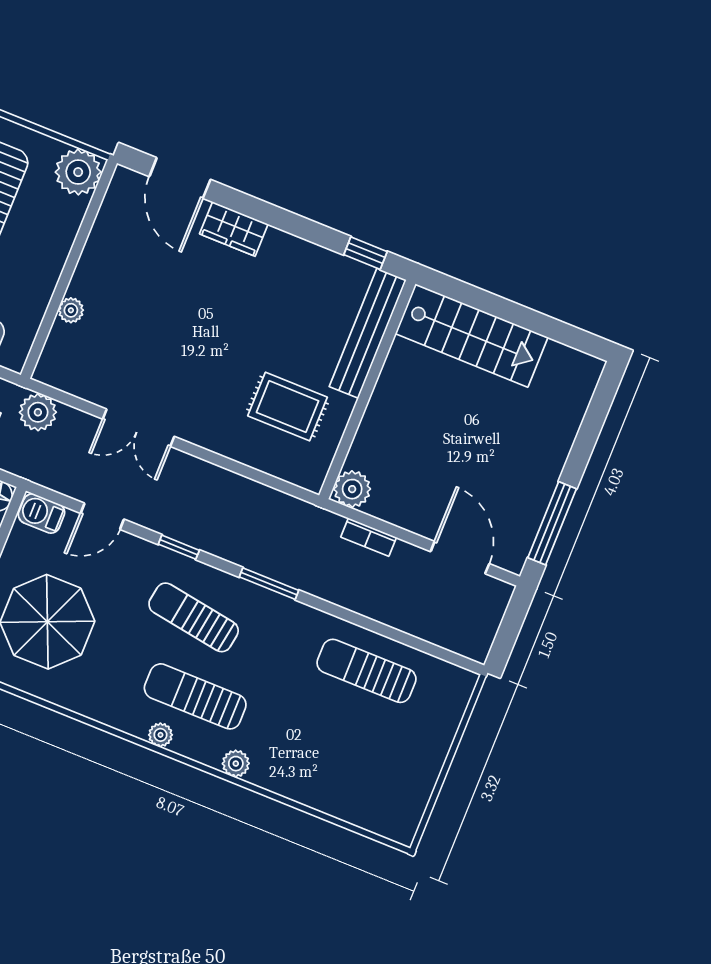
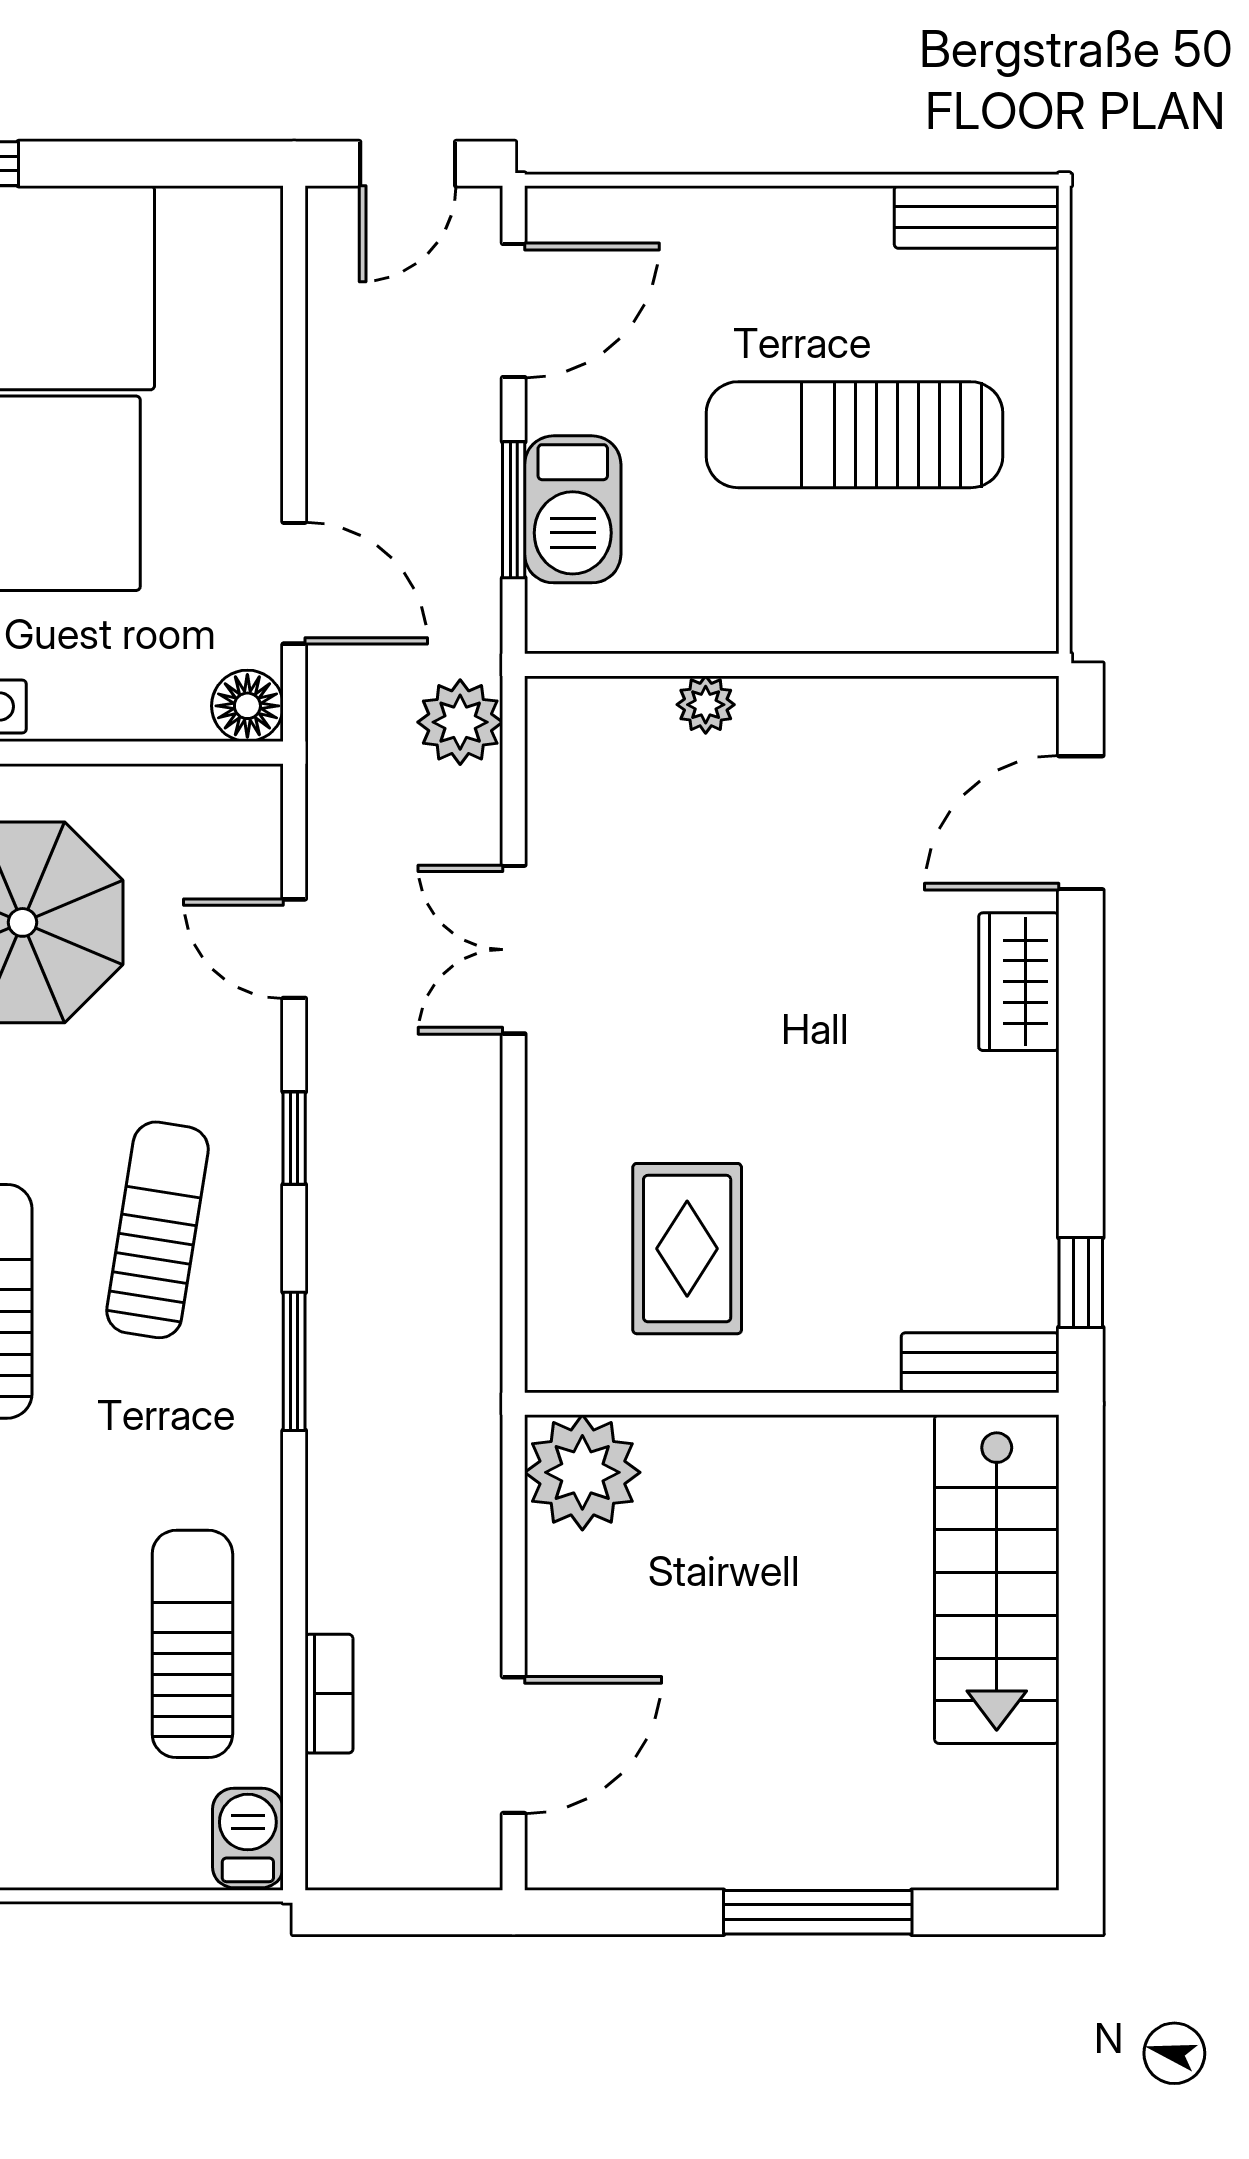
plant: (78, 172) -> (1006, 601), removed
bench: (368, 333) -> (980, 1363), width x0.54, depth x0.82
plant: (352, 489) -> (582, 1472), width x1.36, depth x1.36
barbecue: (42, 513) -> (248, 1838), moved
window: (552, 523) -> (818, 1912), moved
bookcase: (369, 537) -> (329, 1694), moved, turned 180

